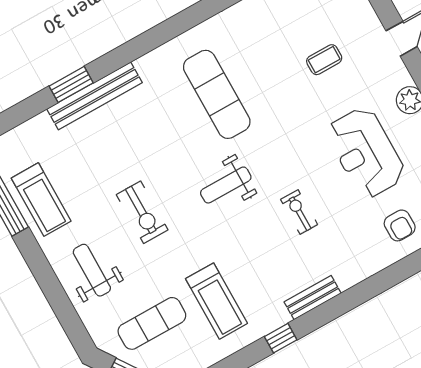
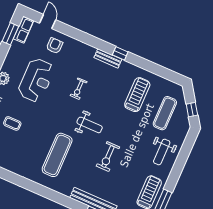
exercise bike: (142, 212) -> (108, 156), moved, turned 180
exercise mat: (152, 323) -> (165, 113), turned 90
window: (281, 338) -> (120, 53), moved

